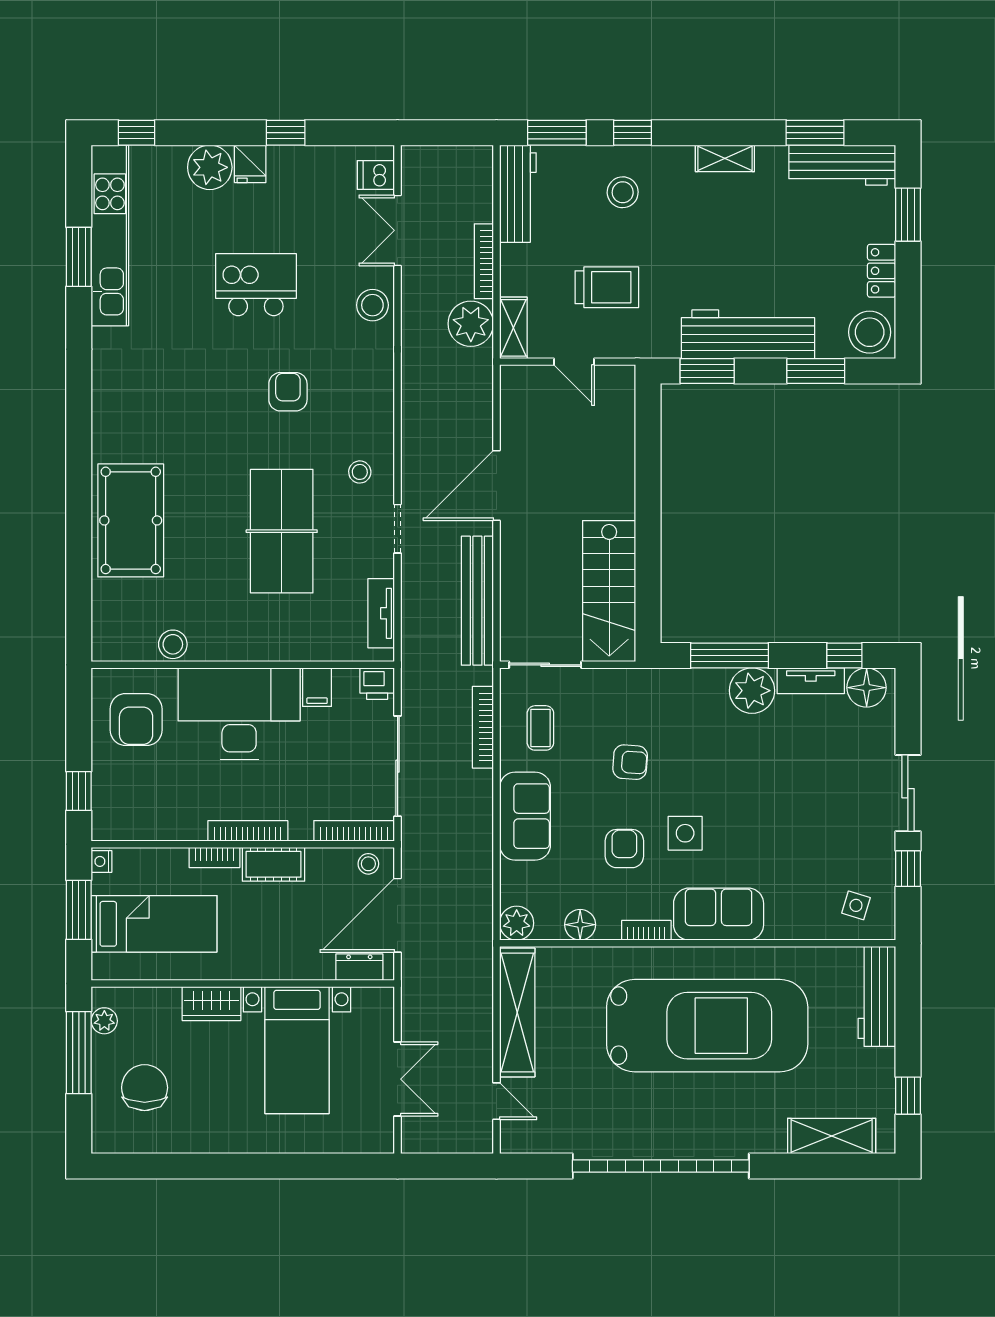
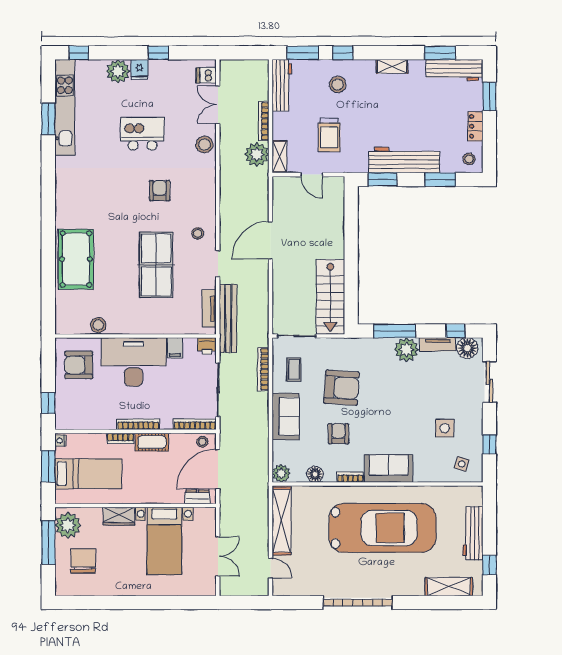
trolley: (607, 287) -> (329, 135), turned 90
stool: (870, 332) -> (469, 159), width x0.53, depth x0.53
bench: (477, 601) -> (228, 319), moved
armchair: (136, 720) -> (79, 365), turned 90
armchair: (630, 762) -> (342, 388), width x1.88, depth x1.88
sliding door: (908, 793) -> (489, 382), moved
side table: (685, 833) -> (445, 428), moved
workbench: (877, 996) -> (473, 533), moved
plant: (104, 1021) -> (68, 525), width x1.88, depth x1.88
garage door: (661, 1166) -> (358, 603), width x0.73

